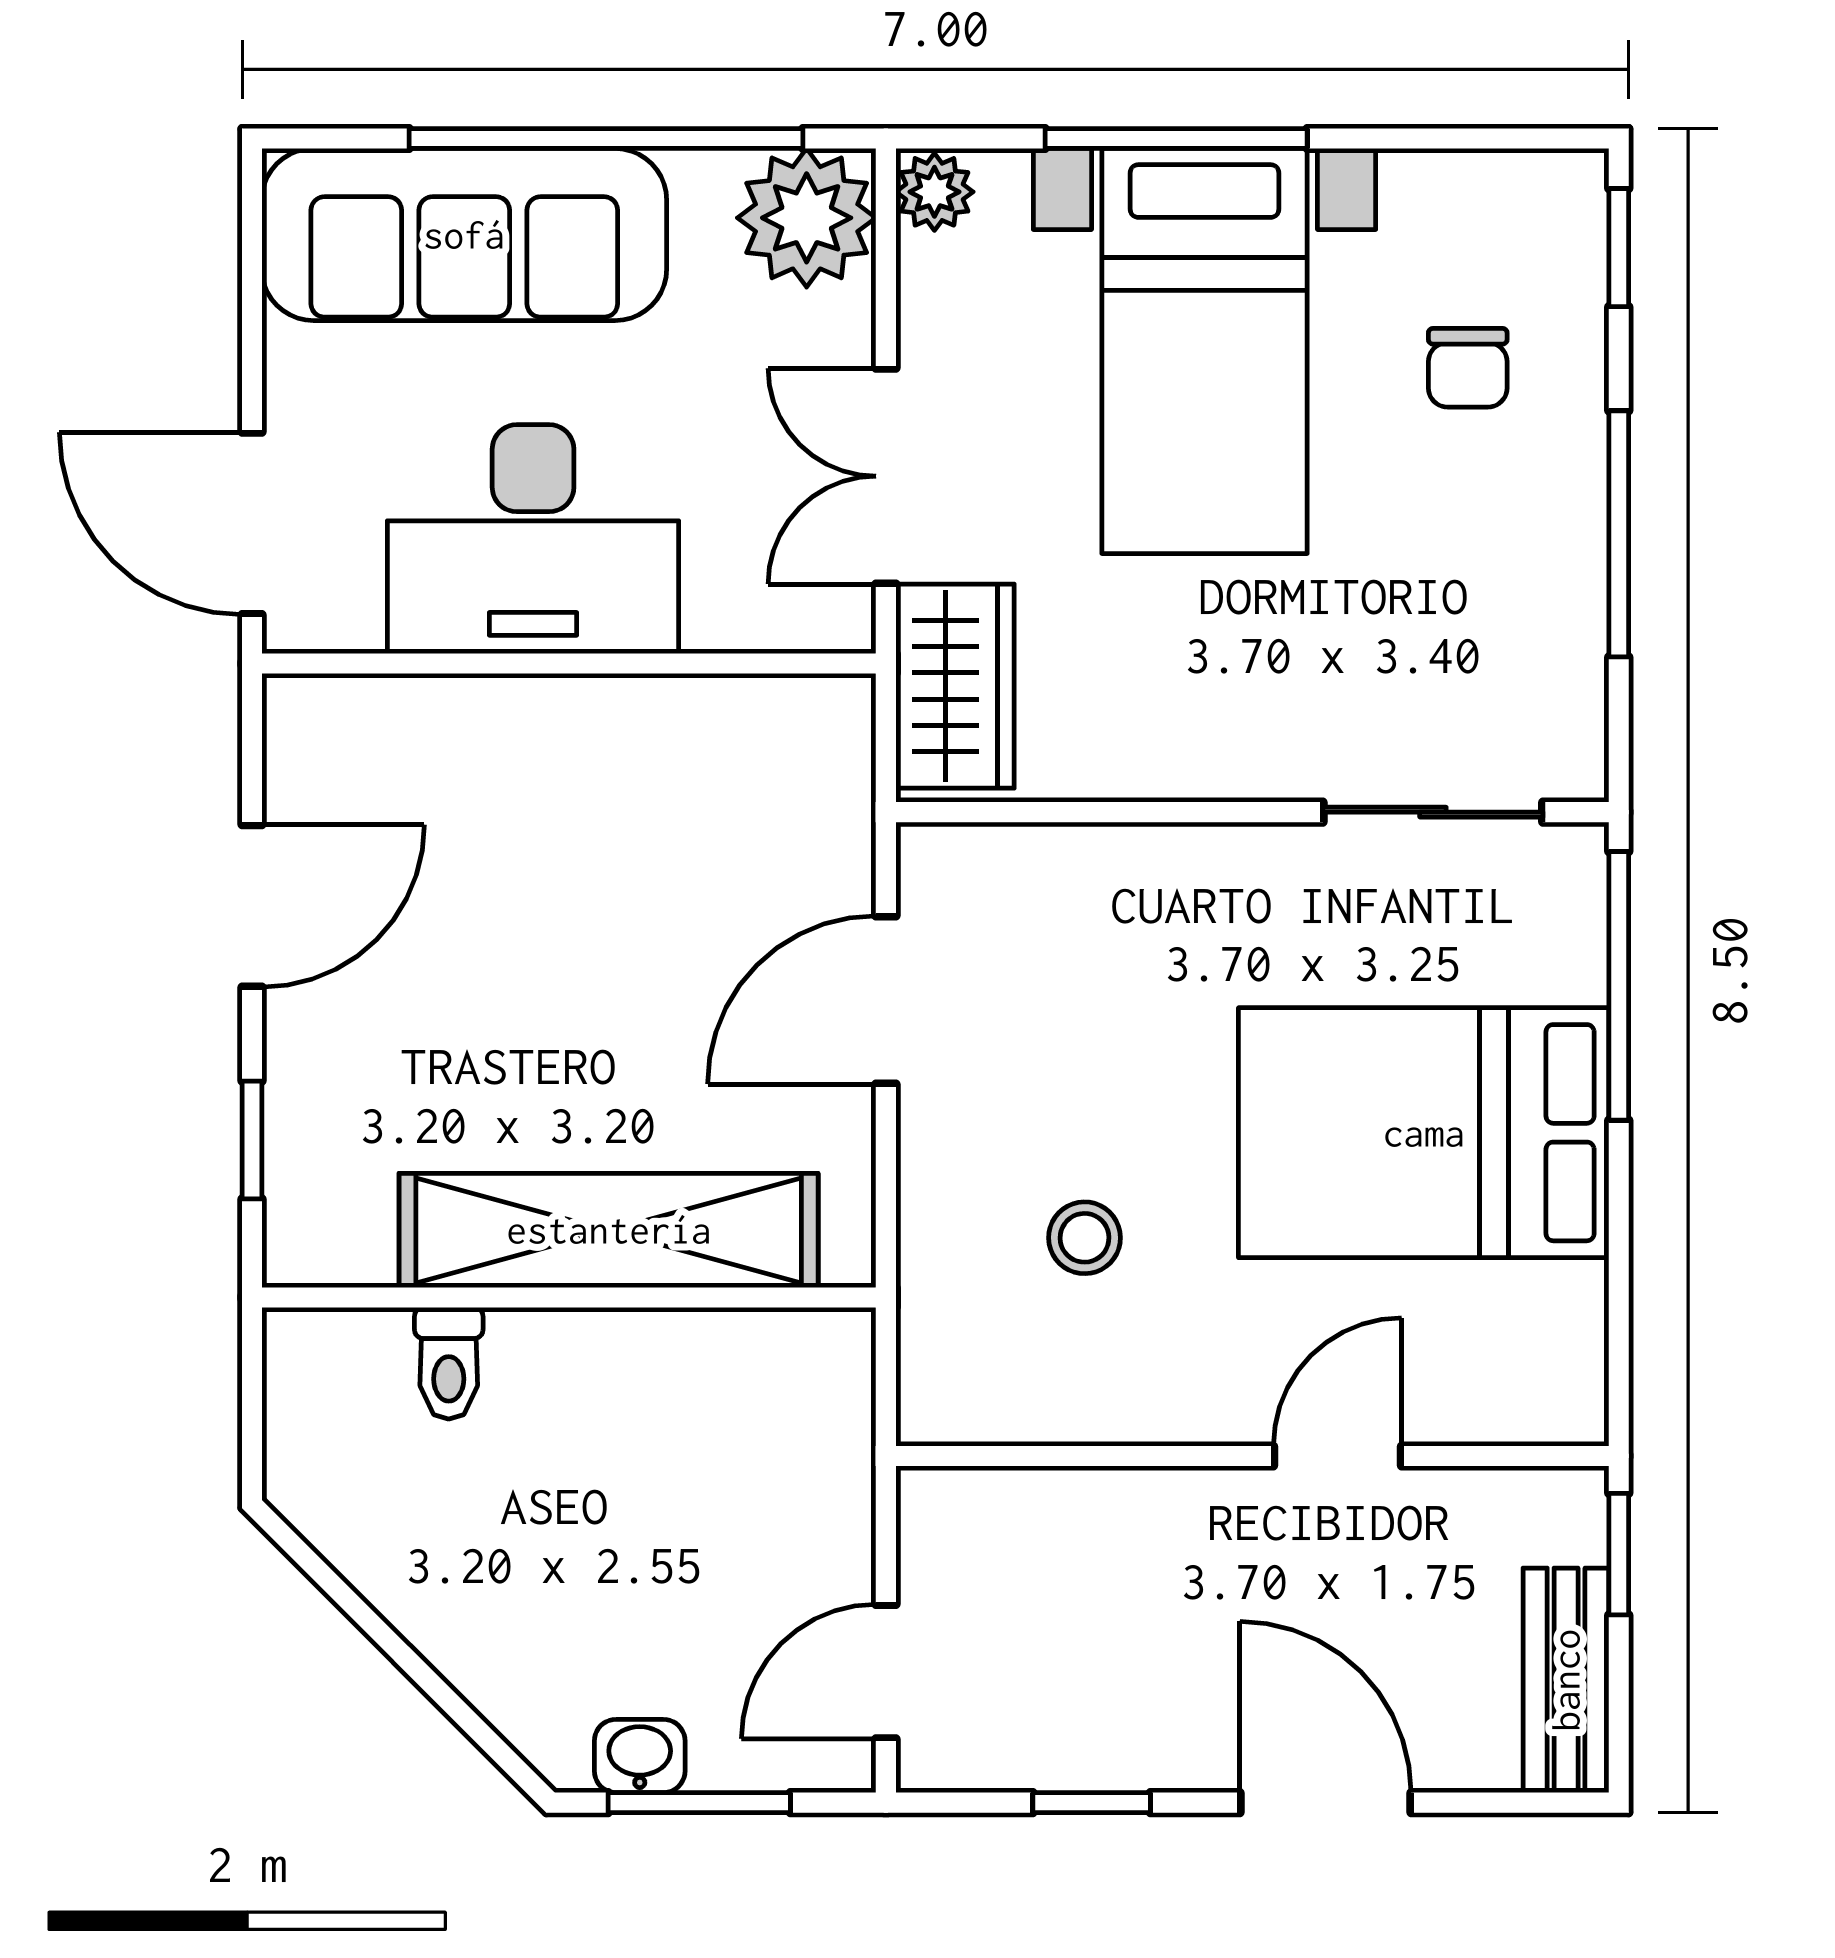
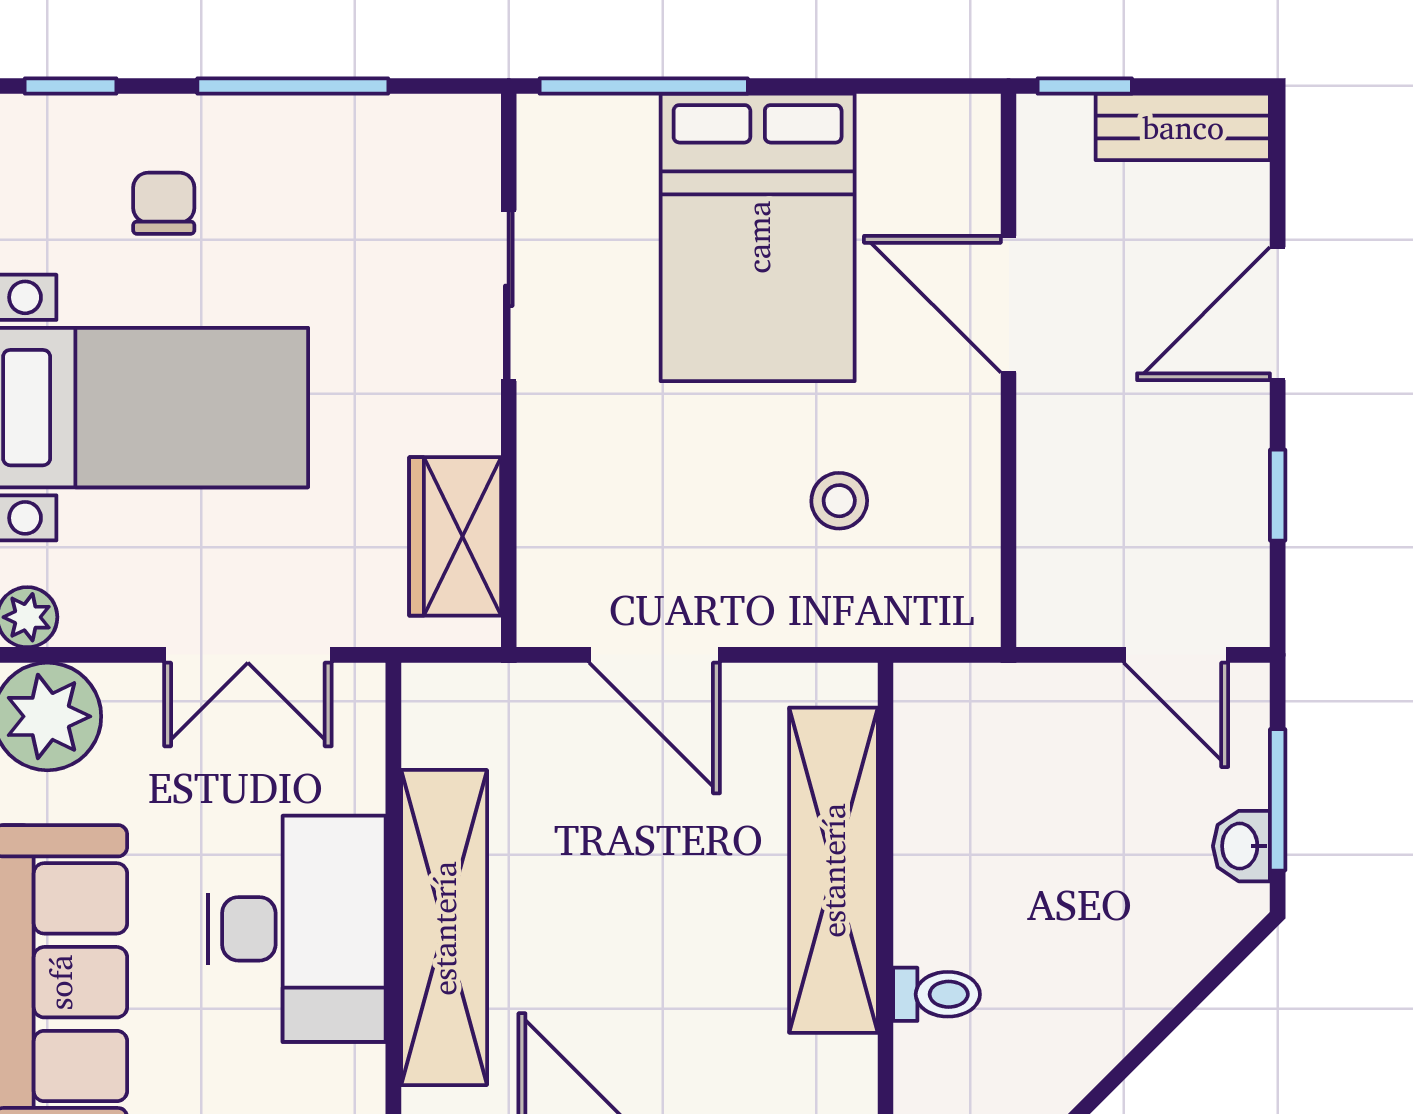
chair: (1468, 368) -> (164, 203), turned -90
wardrobe: (955, 686) -> (455, 536), moved, turned -90
shelving: (535, 729) -> (444, 928), added
sliding door: (1433, 812) -> (509, 296), moved
door: (1338, 1456) -> (1009, 304), width x1.37

